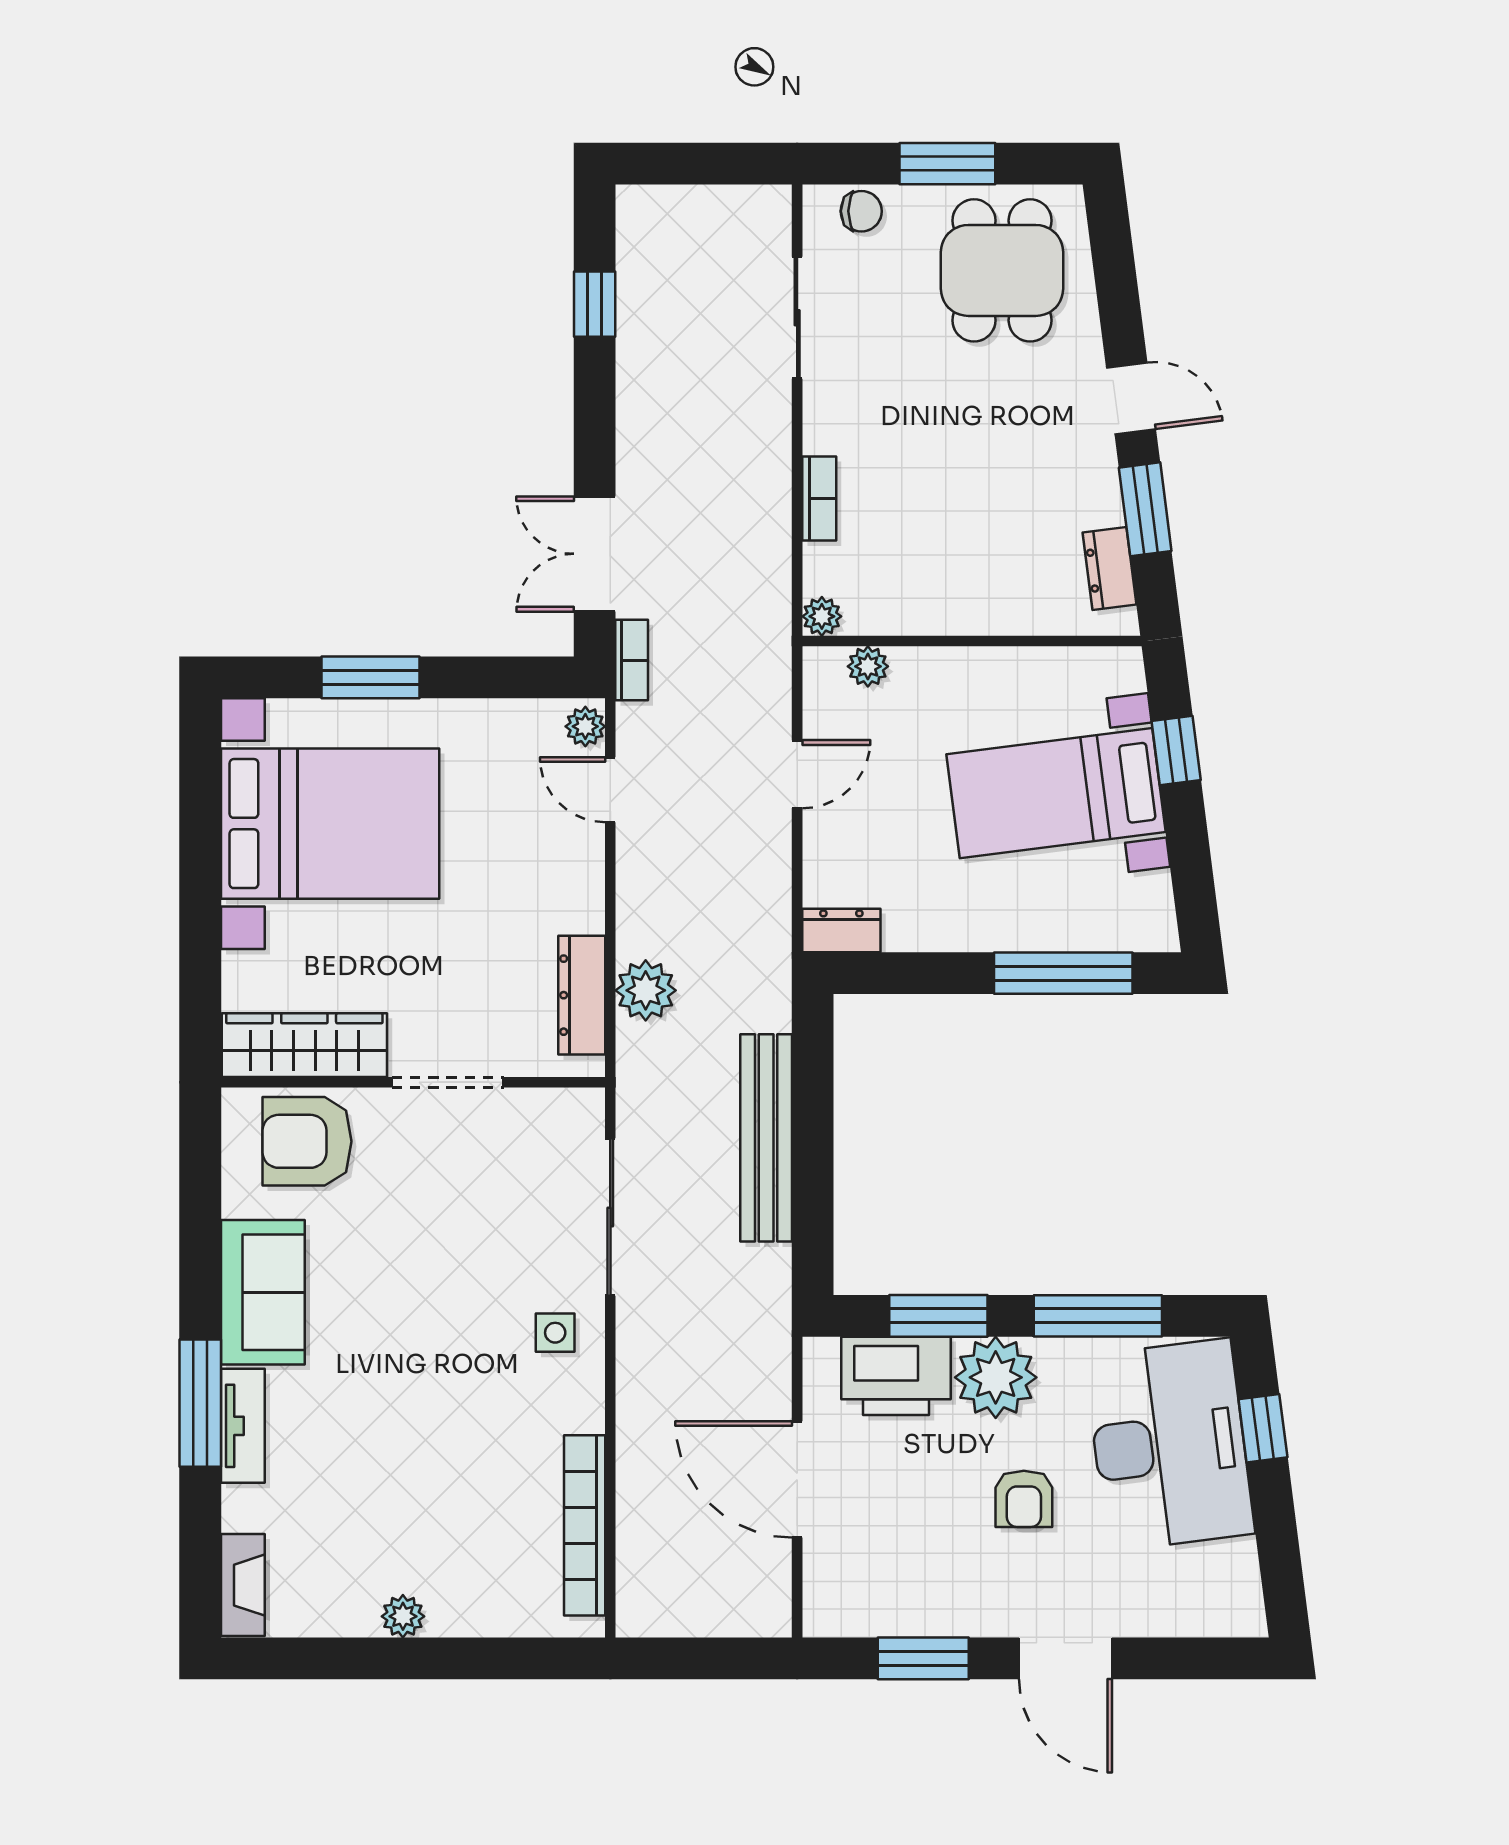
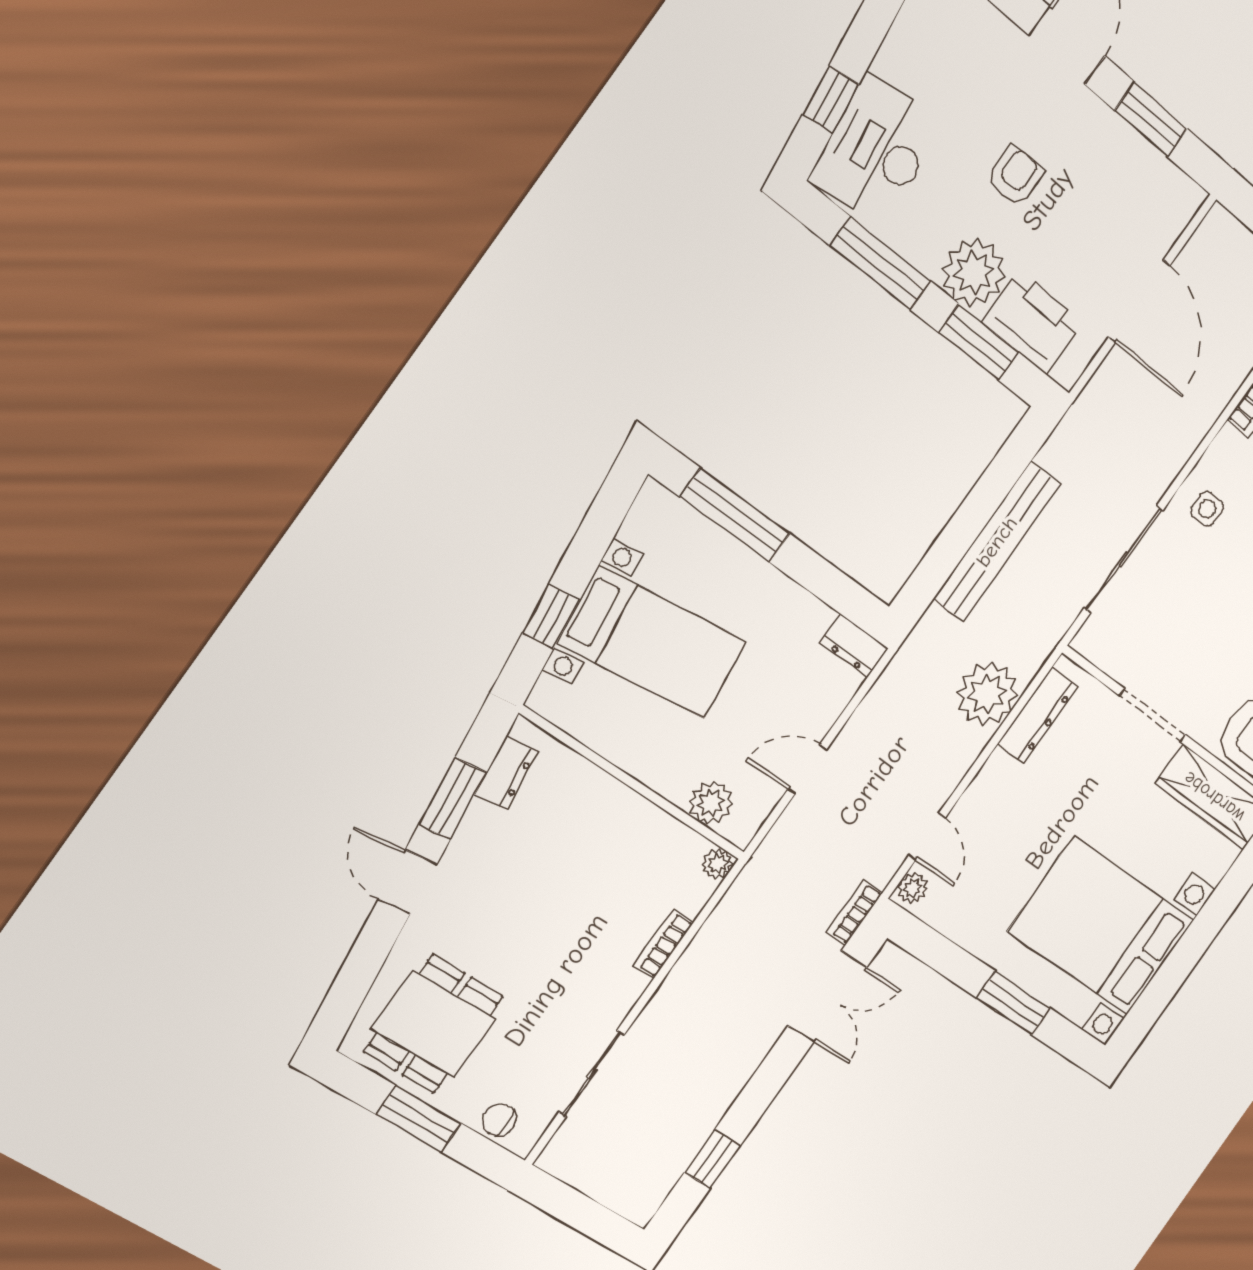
plant: (868, 666) -> (711, 803), width x1.38, depth x1.38
plant: (646, 990) -> (987, 694), width x1.36, depth x1.36
desk: (1169, 1445) -> (876, 150), width x0.73, depth x0.77

